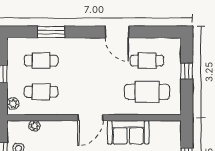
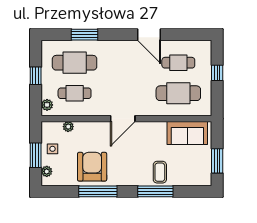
cafe table: (41, 61) -> (75, 63), width x1.37, depth x1.35
sofa: (128, 132) -> (187, 133), moved

